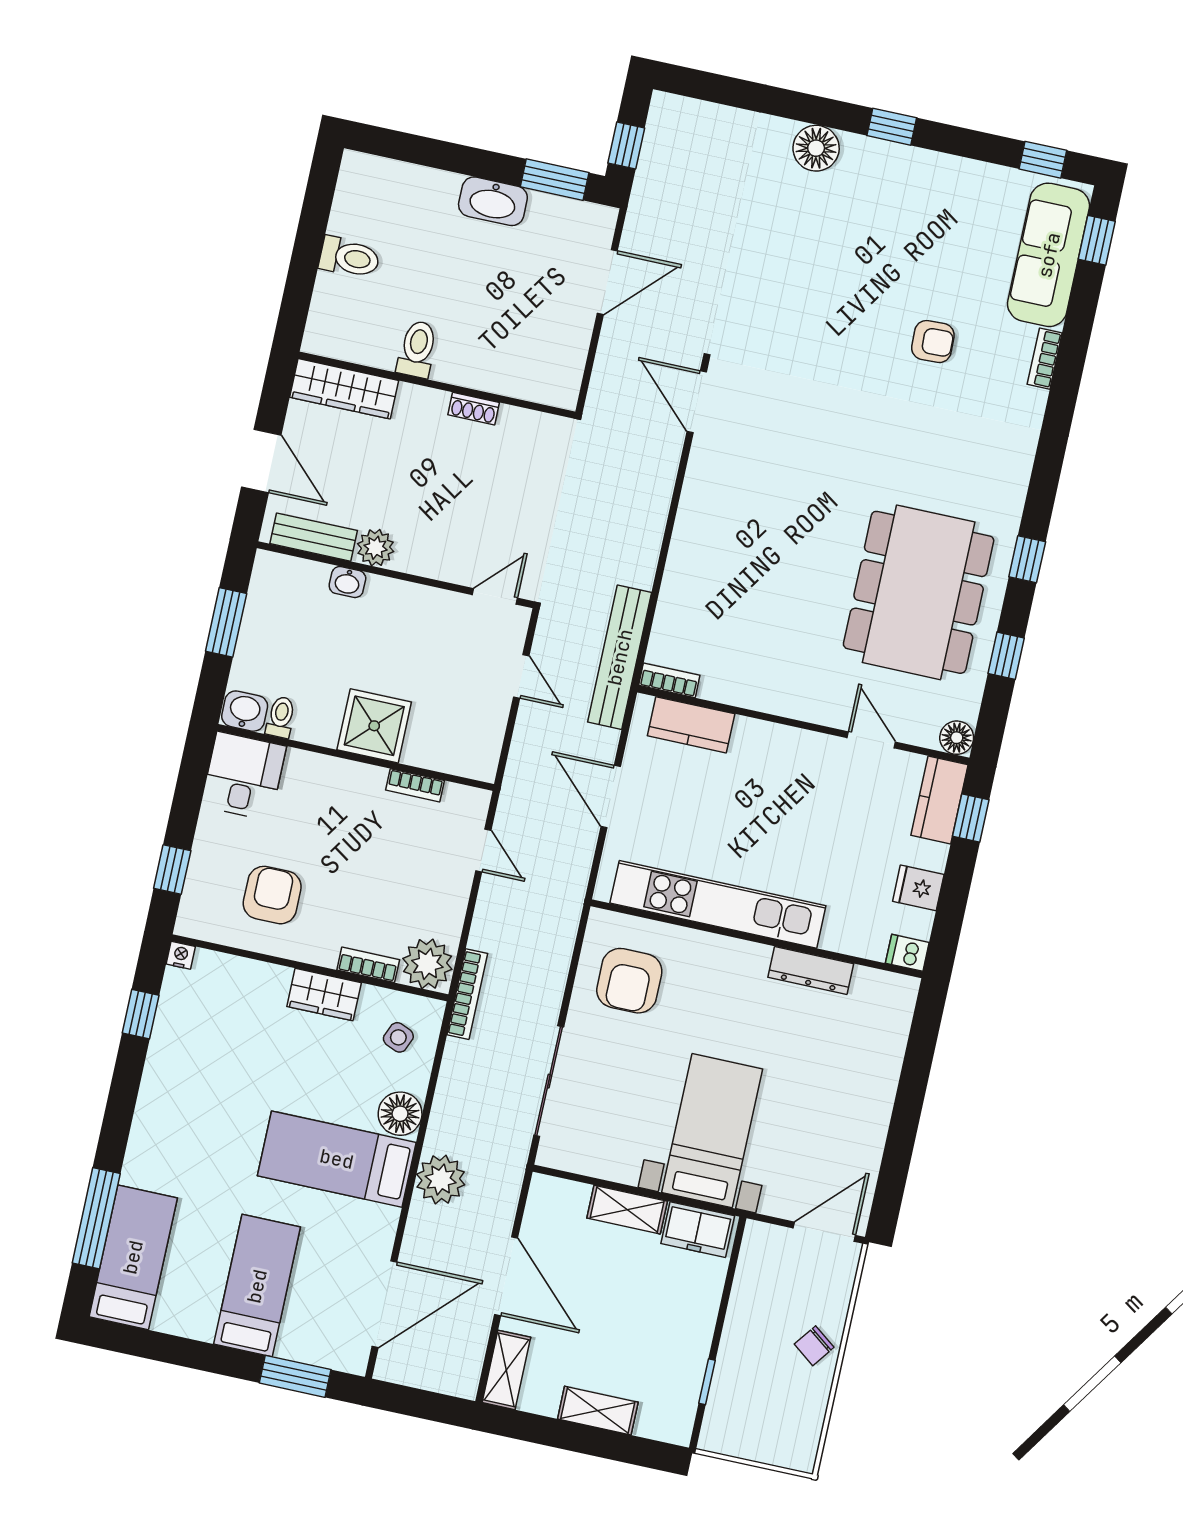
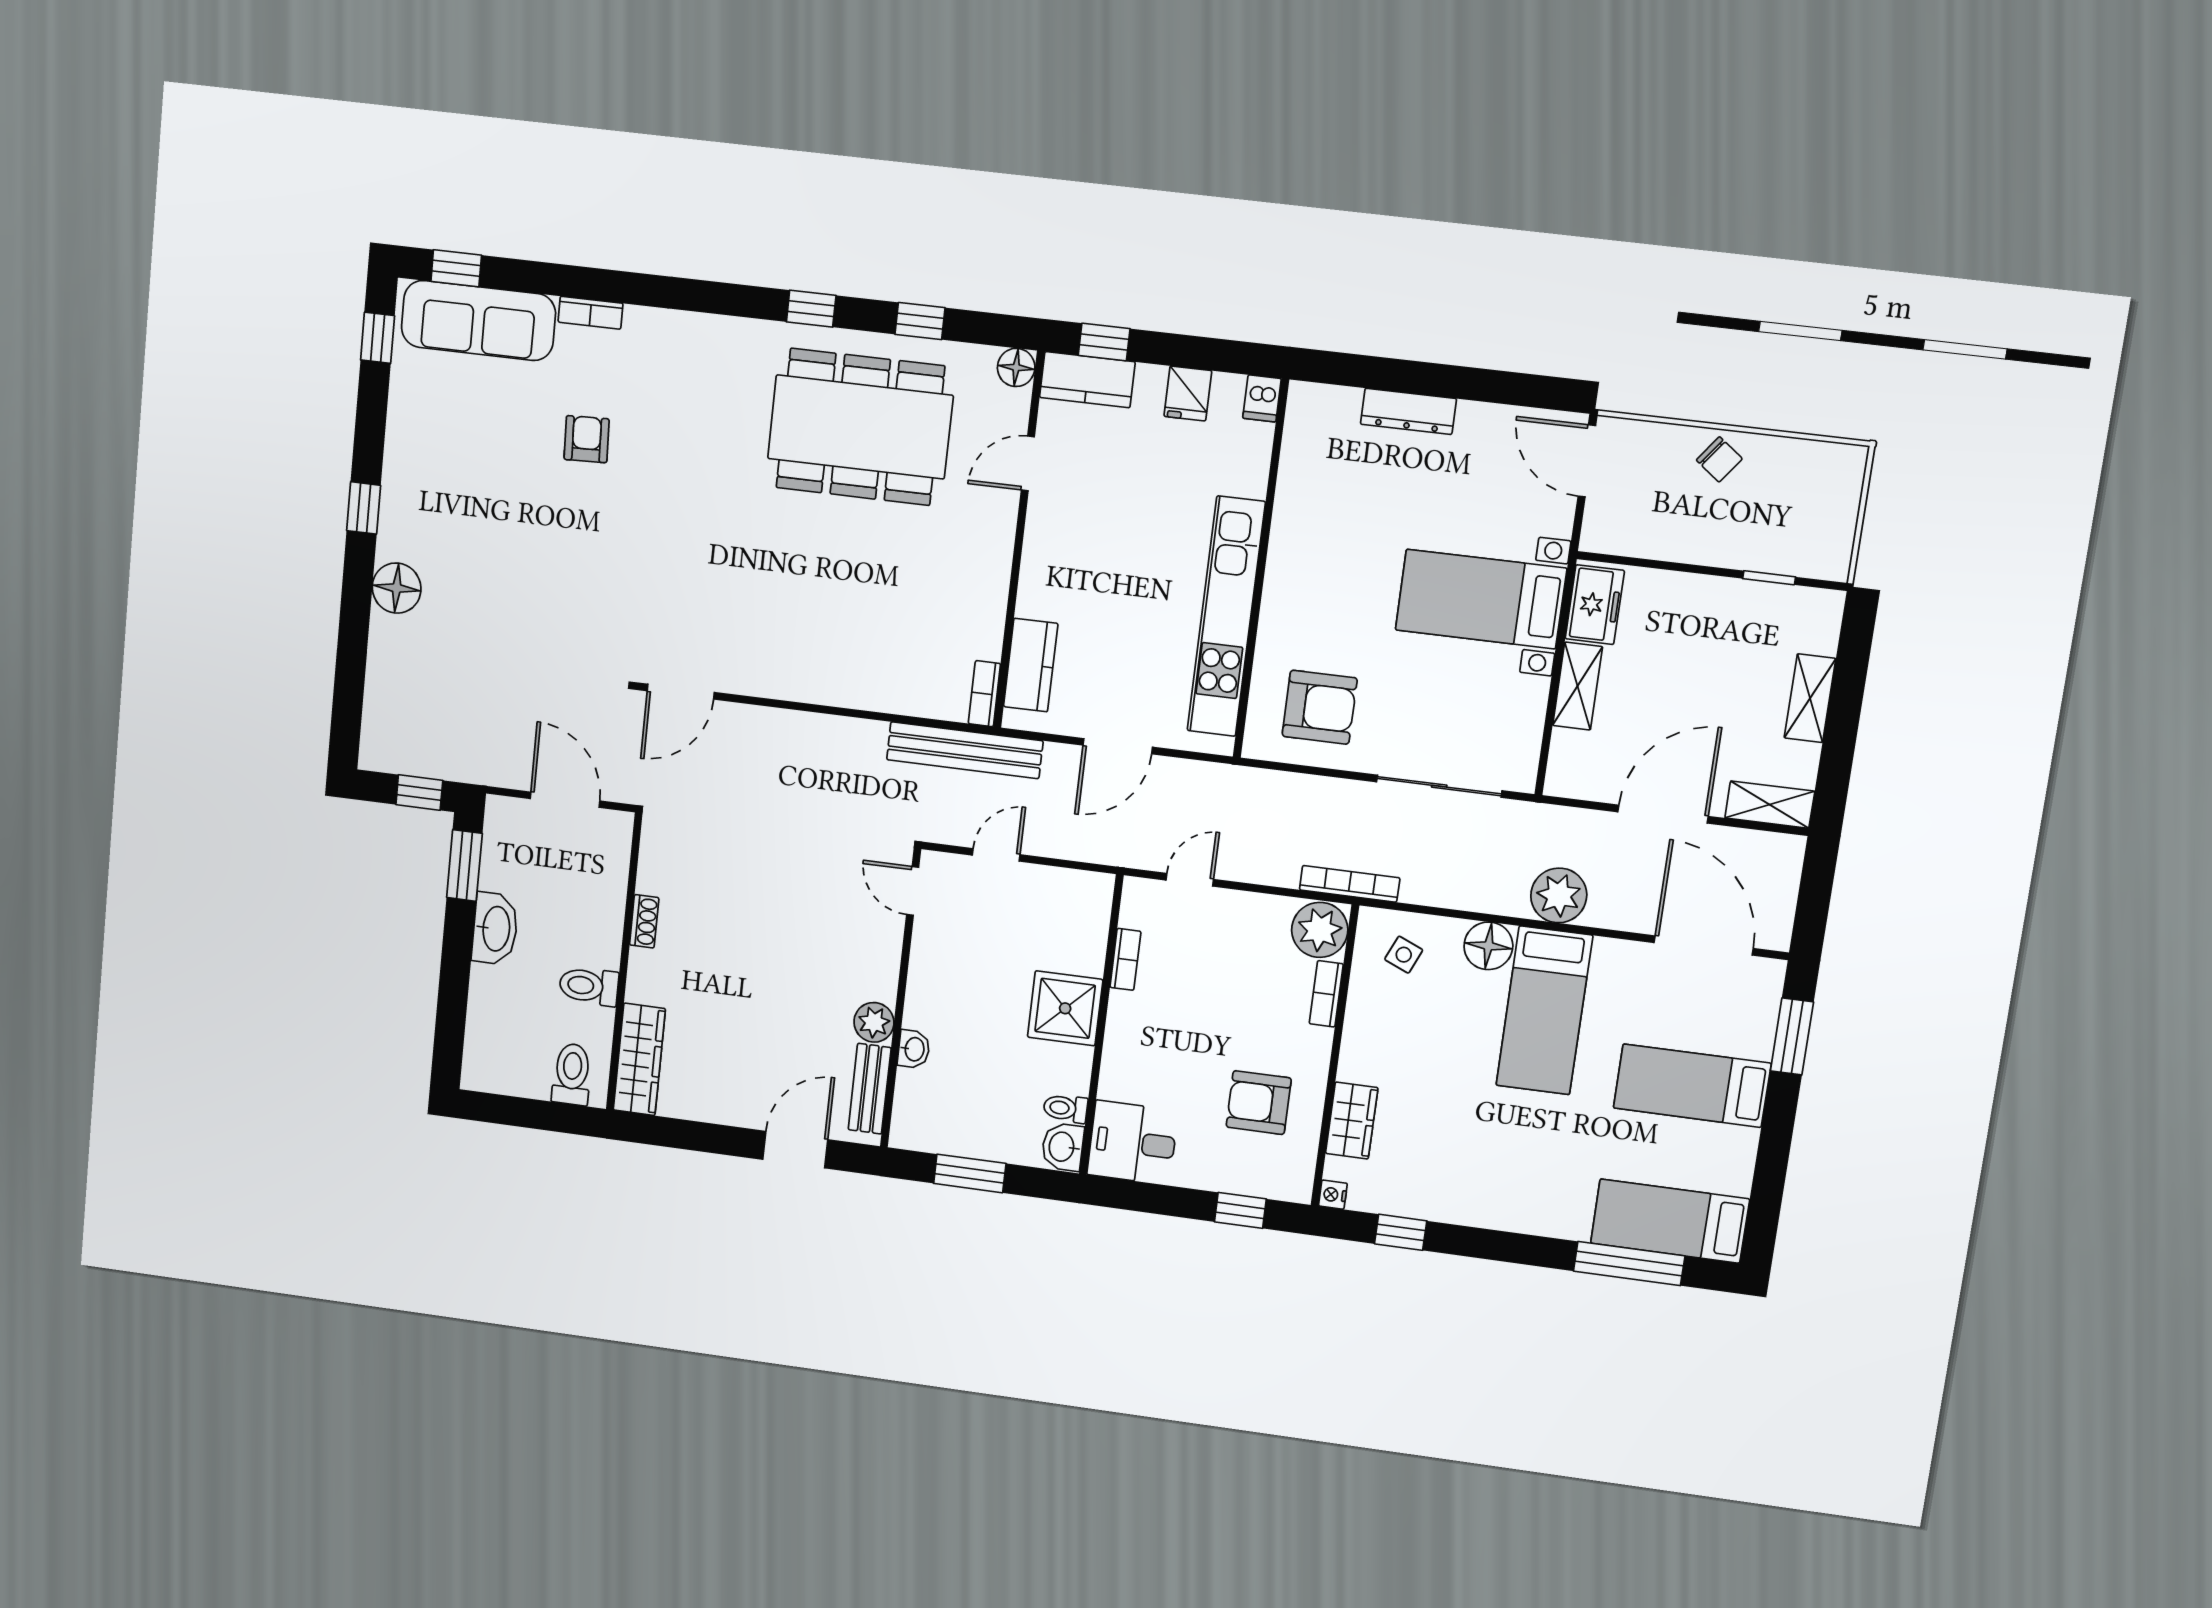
toilet: (417, 349) -> (589, 986), moved
wall: (437, 385) -> (624, 962), moved
wardrobe: (344, 389) -> (639, 1059), moved
shoe rack: (474, 409) -> (644, 921), moved
dresser: (811, 970) -> (1408, 411), moved, turned 90
wardrobe: (324, 995) -> (1352, 1121), moved

